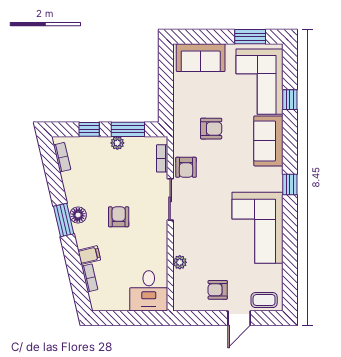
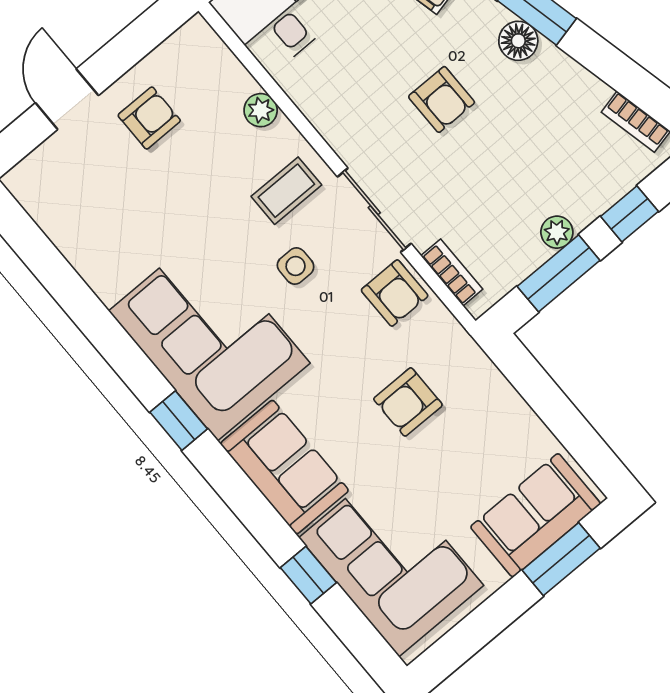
window: (250, 37) -> (561, 559), moved
armchair: (186, 167) -> (395, 293), turned 180
side table: (211, 203) -> (296, 266), added
corner sofa: (257, 228) -> (209, 337), moved
coffee table: (264, 300) -> (286, 191), moved

